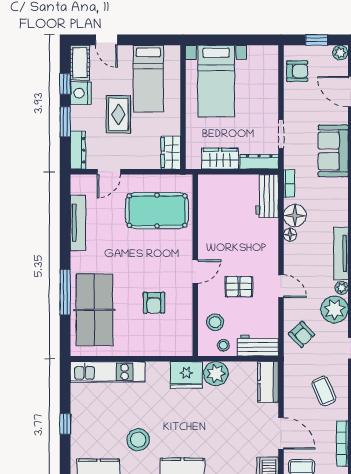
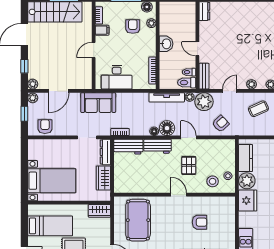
floor lamp: (295, 216) -> (167, 128), moved
door: (281, 286) -> (188, 137), hinge flipped
workbench: (258, 346) -> (158, 146), moved, turned -90
kitchen counter: (268, 382) -> (246, 158), moved, turned -90

